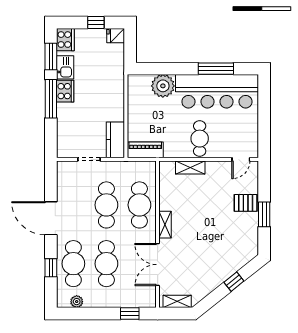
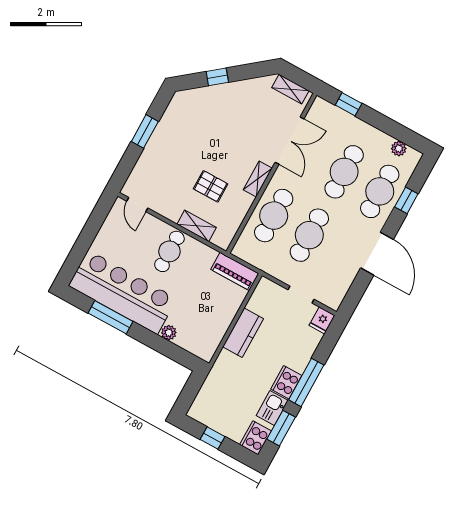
fridge: (116, 36) -> (322, 320), moved, turned 90
plant: (163, 86) -> (169, 333), width x0.53, depth x0.53
kitchen counter: (115, 140) -> (243, 333), moved
door: (241, 159) -> (137, 205), swing flipped
pallet: (246, 203) -> (211, 186), moved

